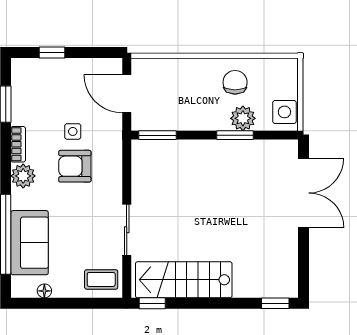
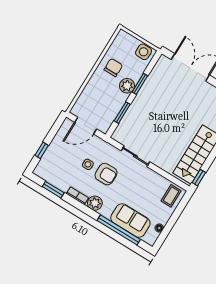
chair: (235, 82) -> (113, 67), turned 90
plant: (243, 118) -> (127, 86), moved
window: (158, 135) -> (122, 113), moved
armchair: (75, 166) -> (106, 174), turned -90
sliding door: (127, 230) -> (135, 156), moved

